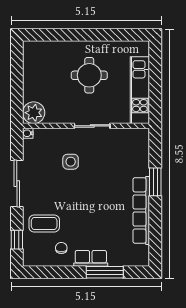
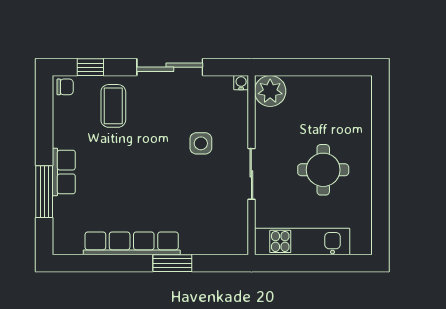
chair: (61, 248) -> (65, 87), moved

